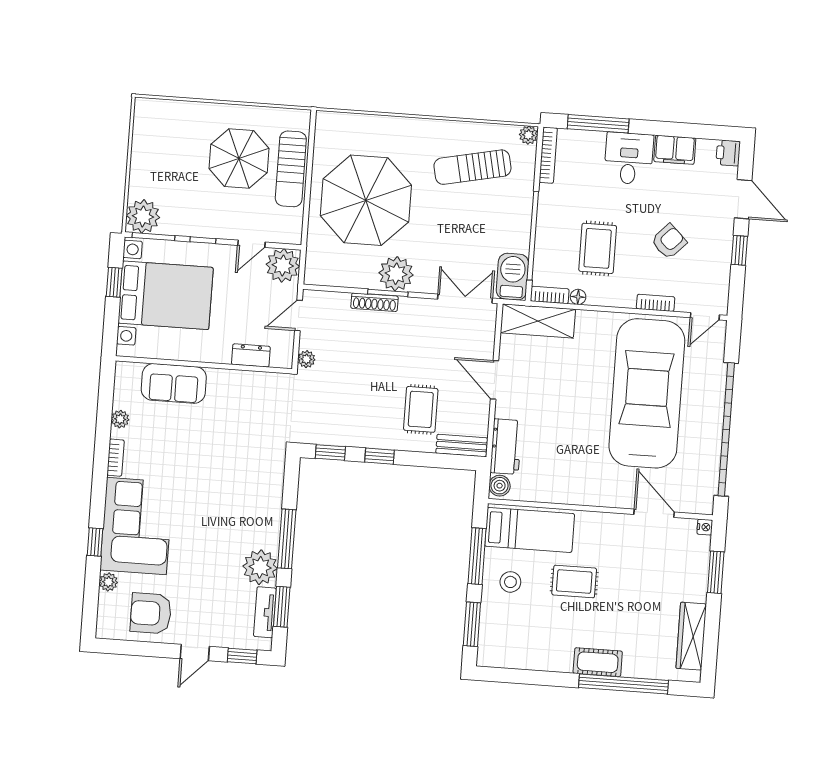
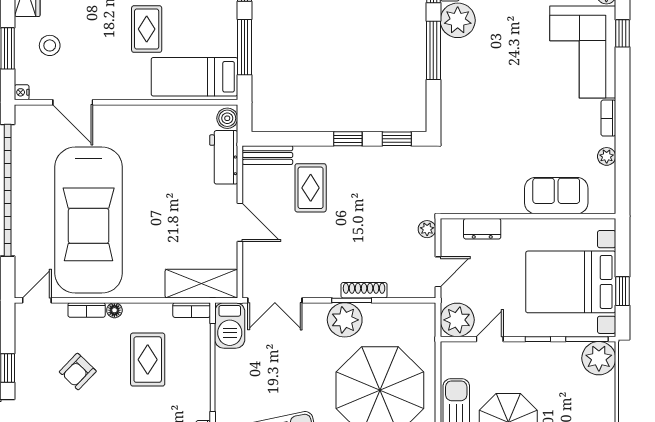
floor lamp: (578, 297) -> (114, 310), moved
stool: (510, 582) -> (50, 45), moved
rug: (574, 582) -> (147, 29), turned 90

